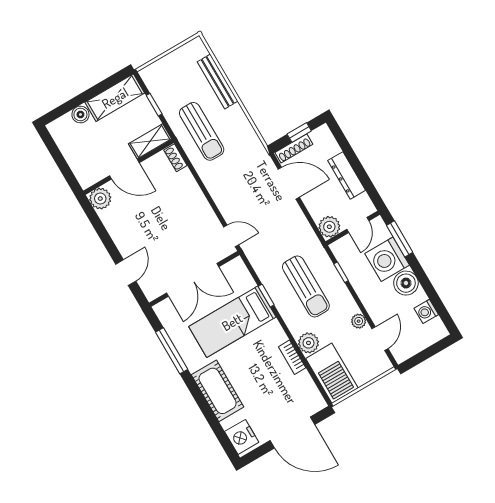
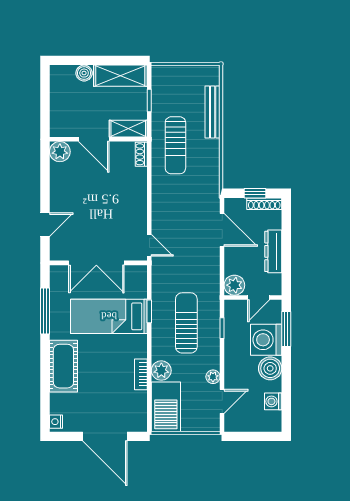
shoe rack: (294, 148) -> (264, 204), moved
sun lounger: (306, 286) -> (186, 323), turned 180
nightstand: (242, 437) -> (56, 422), width x0.53, depth x0.56

